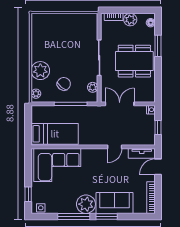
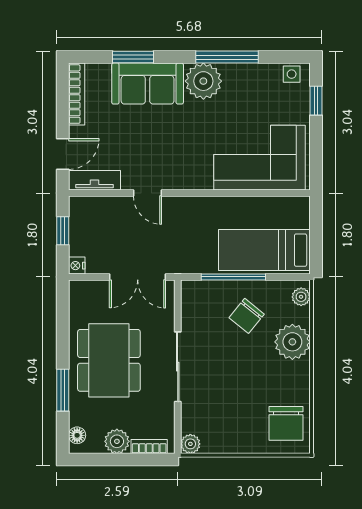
chair: (44, 29) -> (286, 423), added
dining table: (134, 61) -> (109, 360), turned 90
plant: (93, 87) -> (190, 444), moved
bed: (55, 134) -> (264, 250), moved
door: (115, 147) -> (148, 193), swing flipped
window: (107, 216) -> (133, 57), moved

